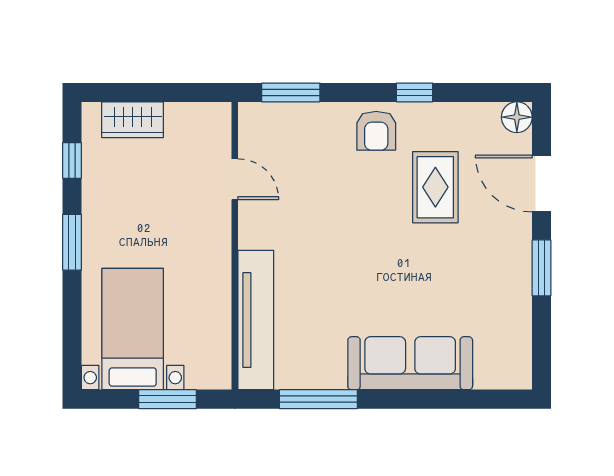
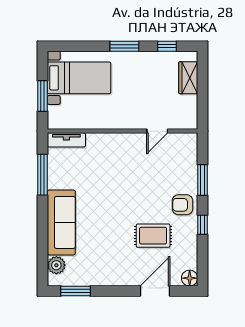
window: (291, 92) -> (202, 180), moved
window: (542, 268) -> (75, 291), moved
tv unit: (256, 320) -> (66, 140), width x0.52, depth x0.78
plant: (492, 373) -> (56, 265), added

